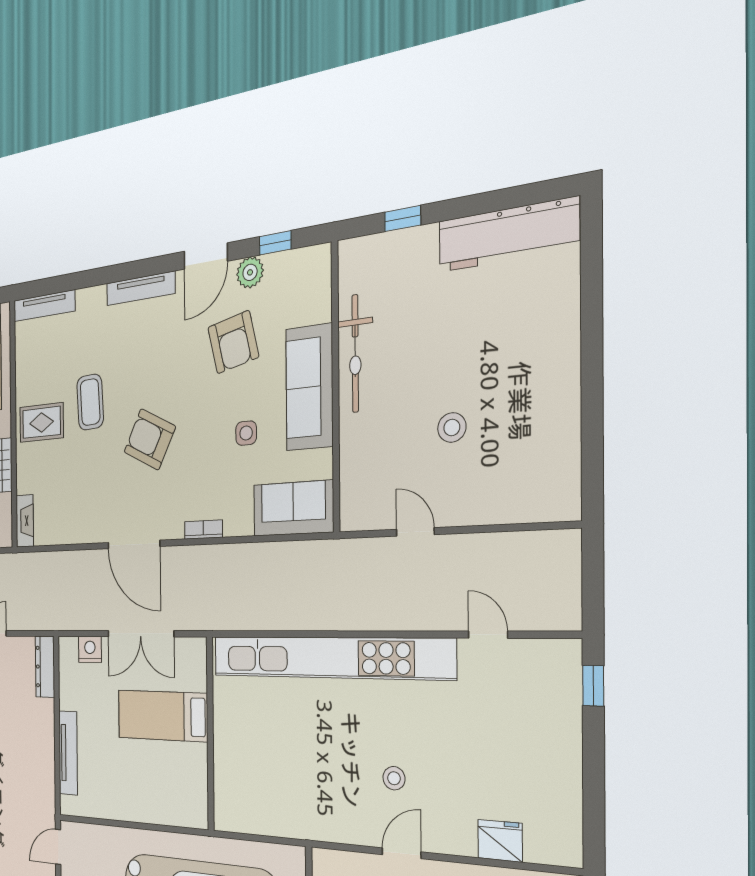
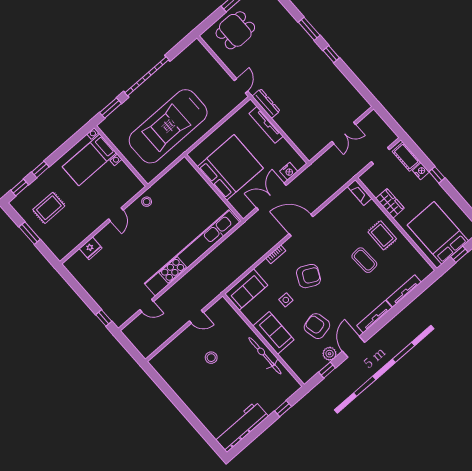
tv unit: (44, 306) -> (404, 291), moved
sofa: (309, 387) -> (273, 333), width x0.73
rug: (42, 422) -> (382, 235), turned 90
armchair: (150, 439) -> (309, 276), moved
dresser: (45, 667) -> (266, 104), moved
bed: (162, 716) -> (230, 167), width x2.04
stool: (394, 778) -> (147, 202), moved

